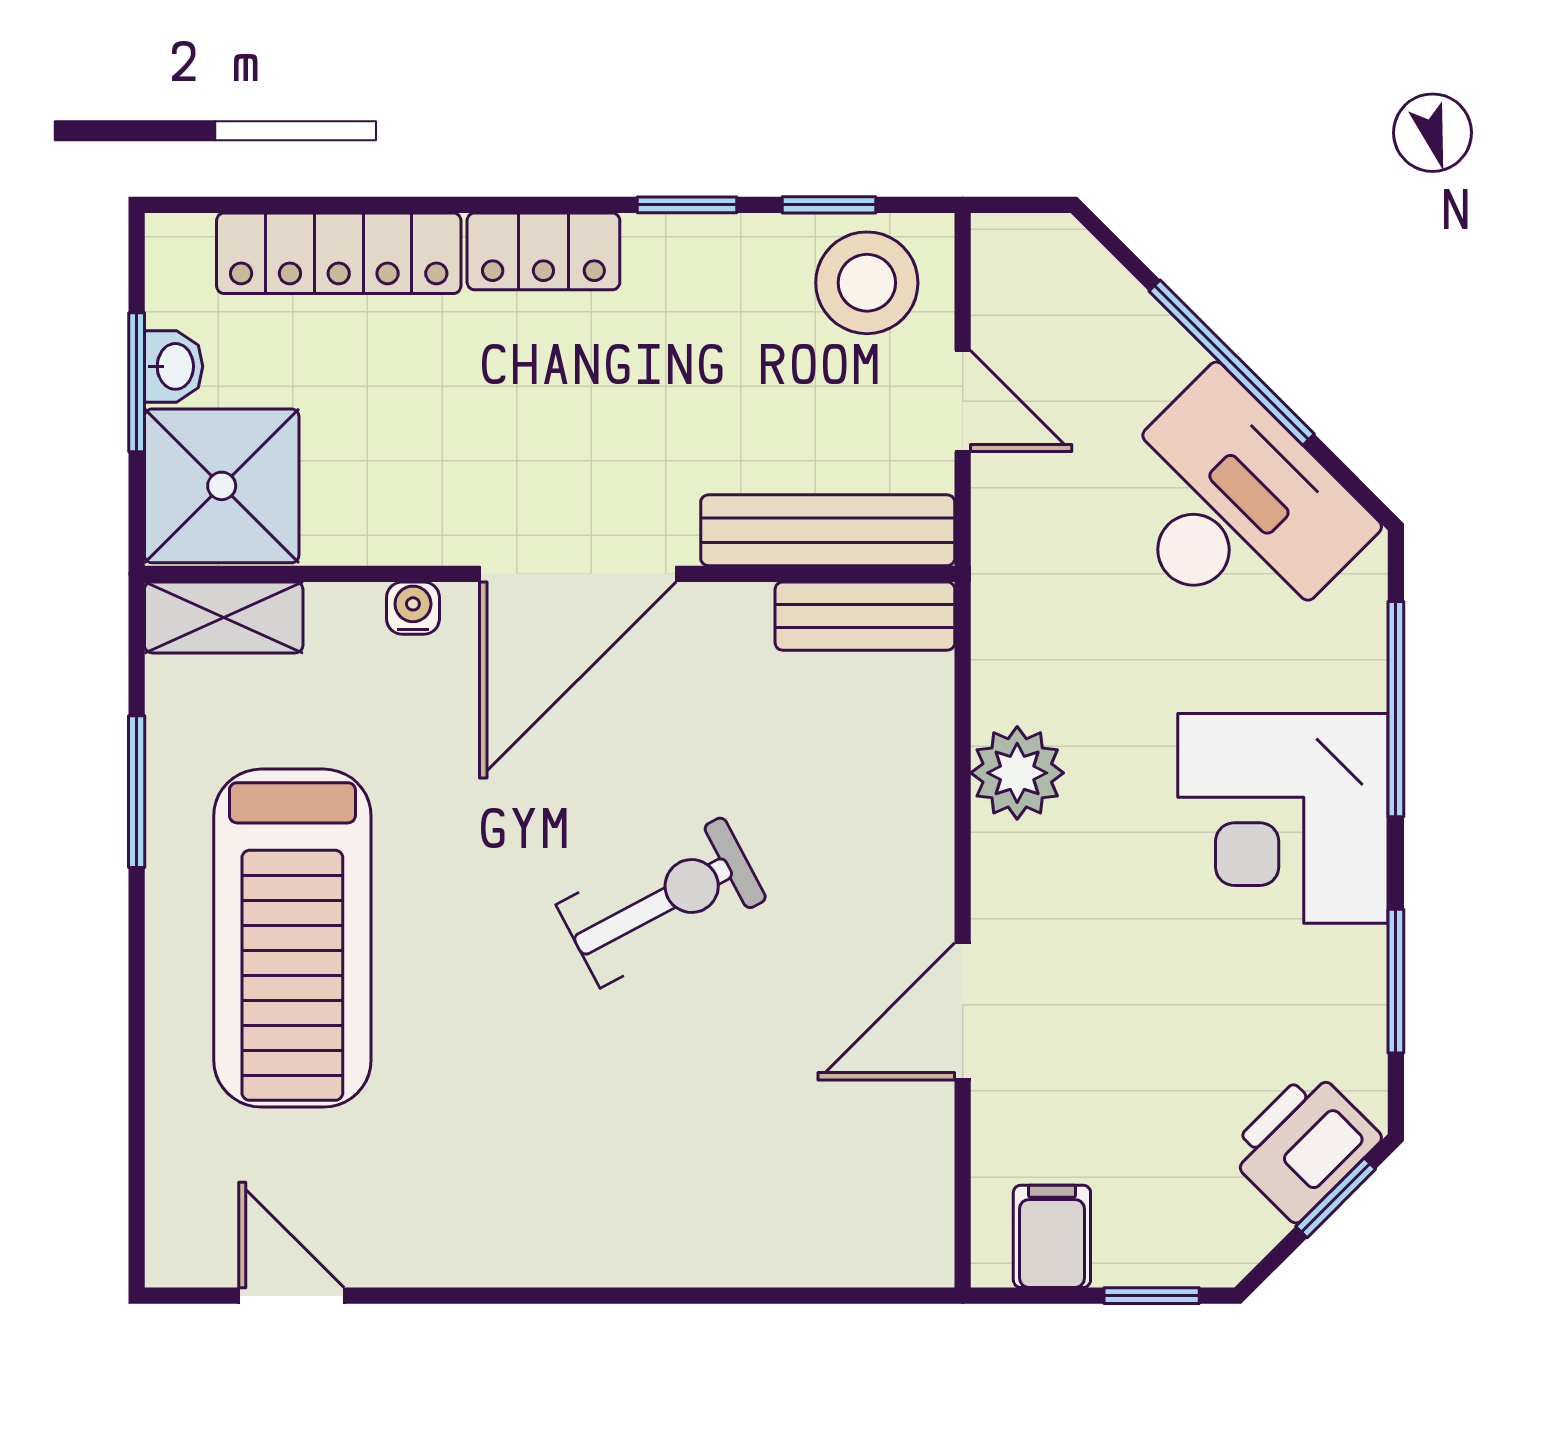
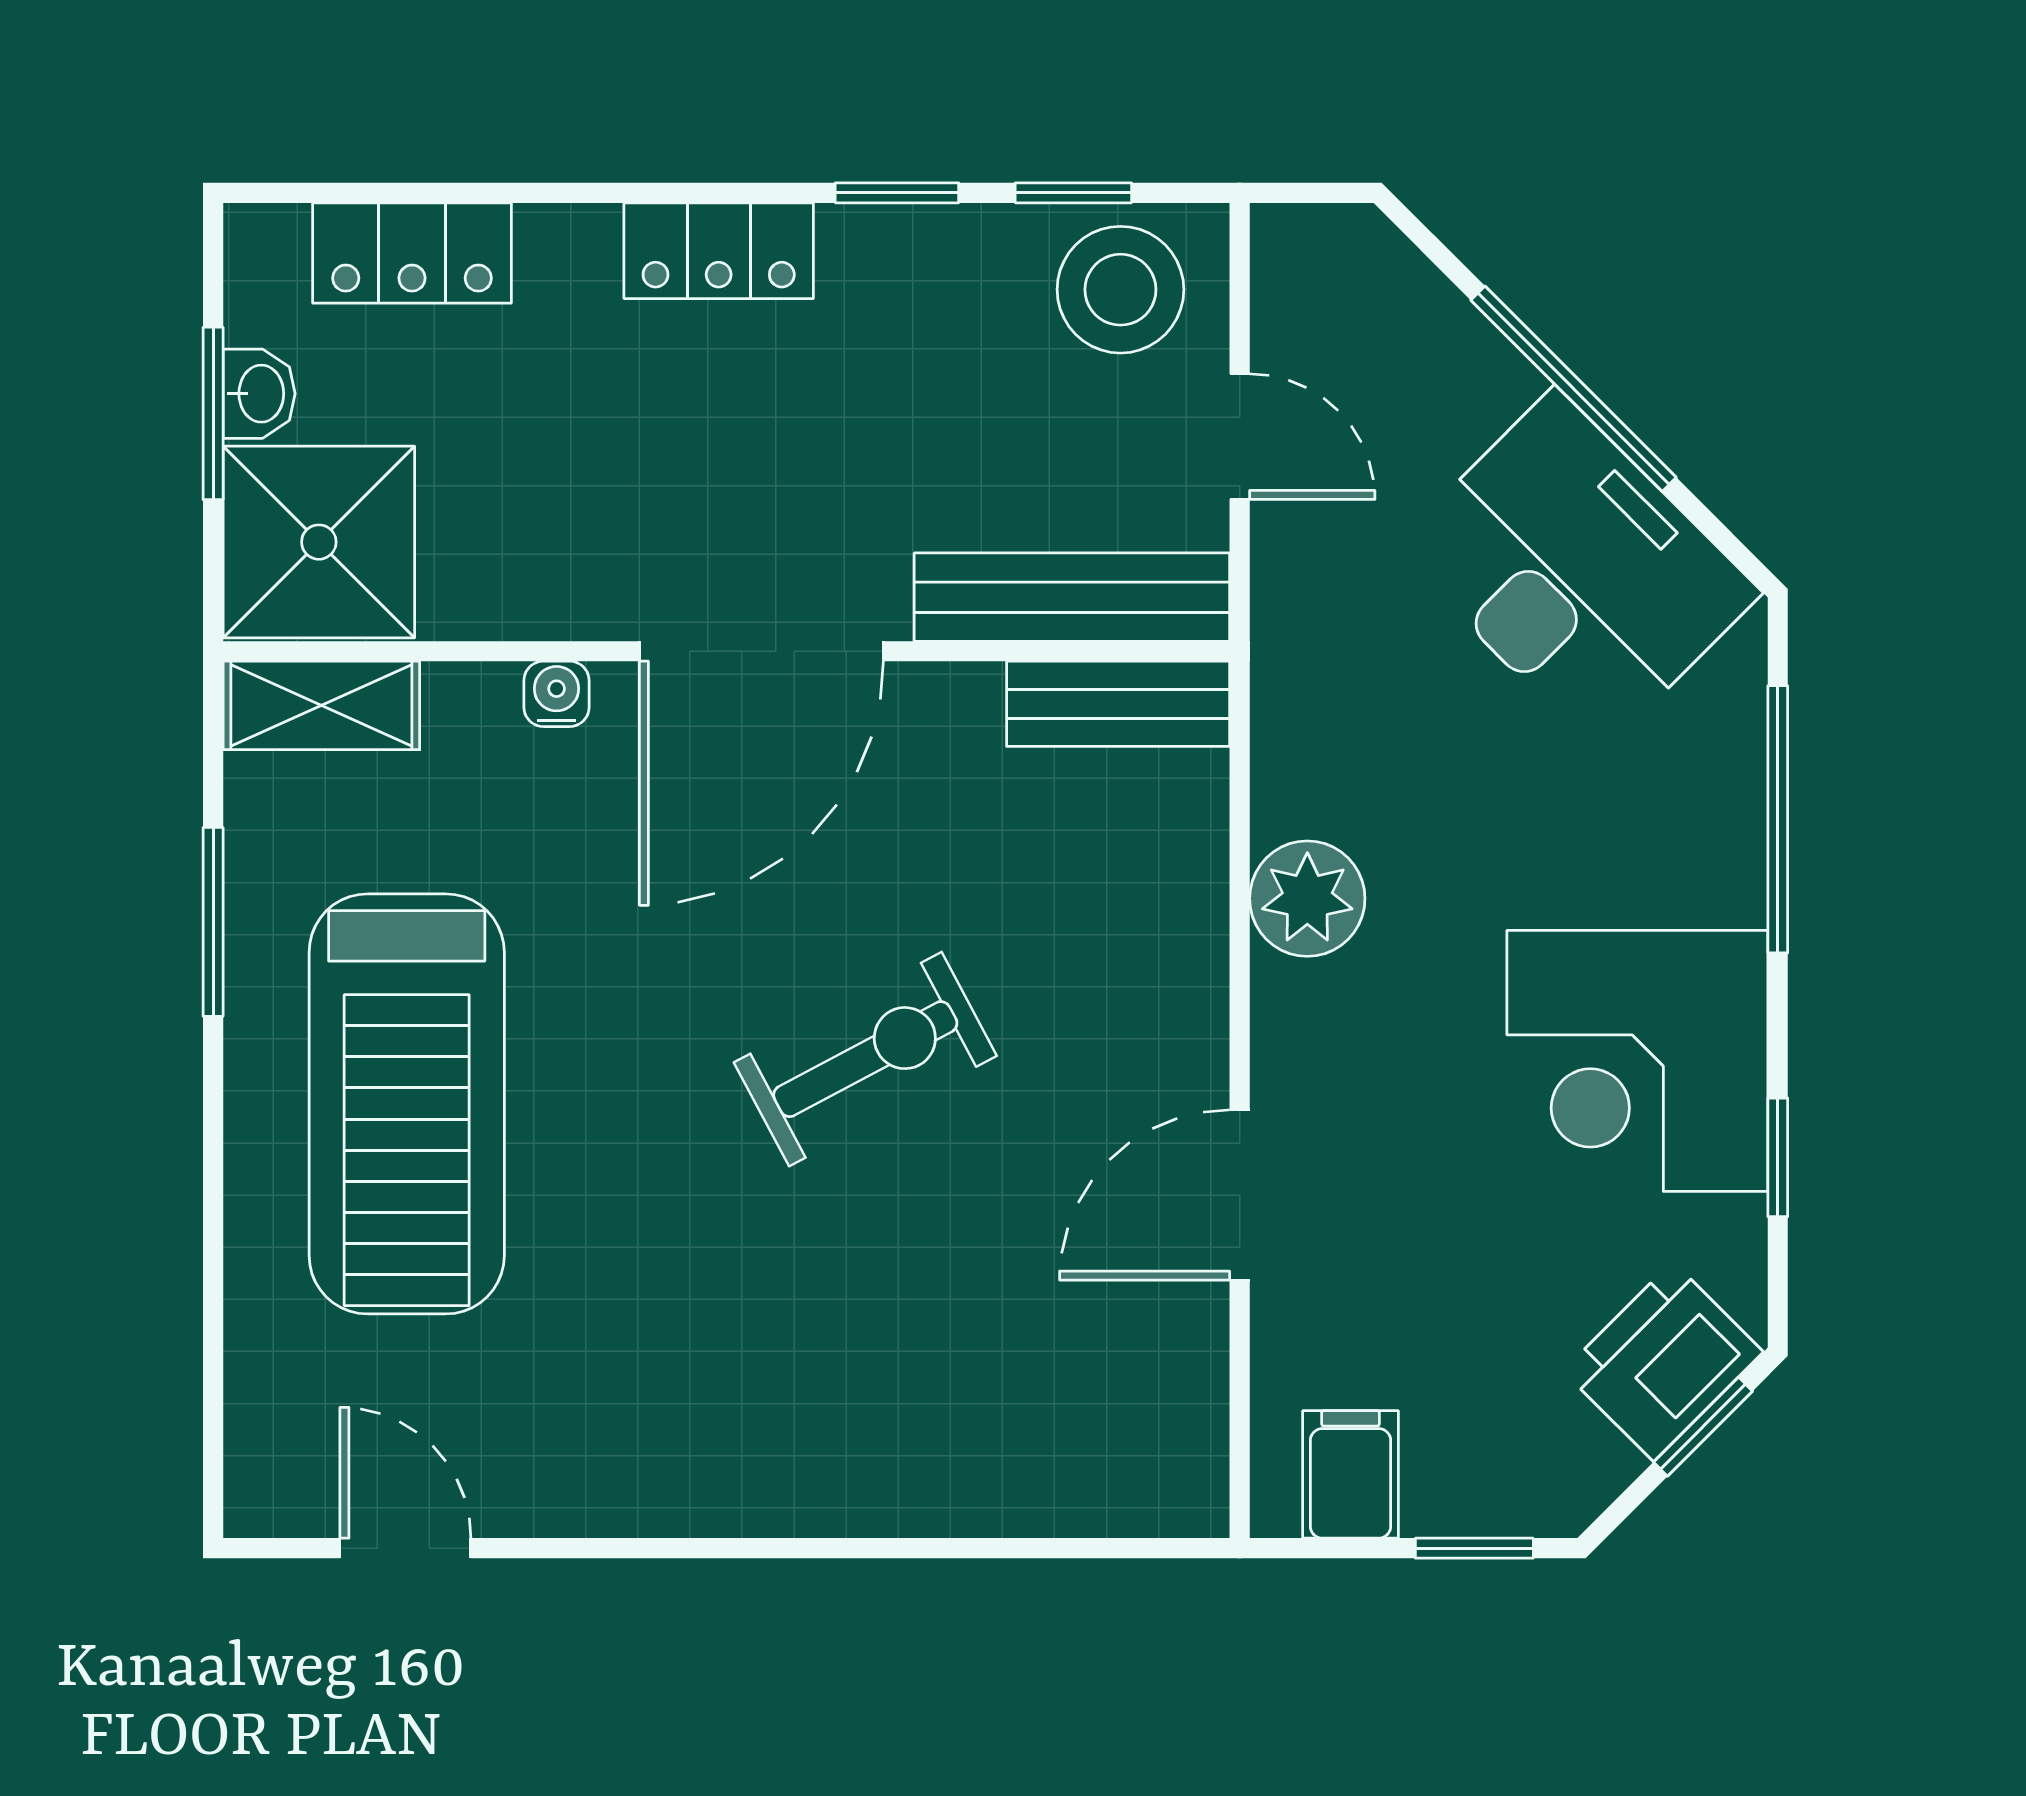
locker: (339, 253) -> (412, 253), width x0.66
corner desk: (1283, 818) -> (1637, 1061), moved
window: (1396, 981) -> (1778, 1157), width x0.67

